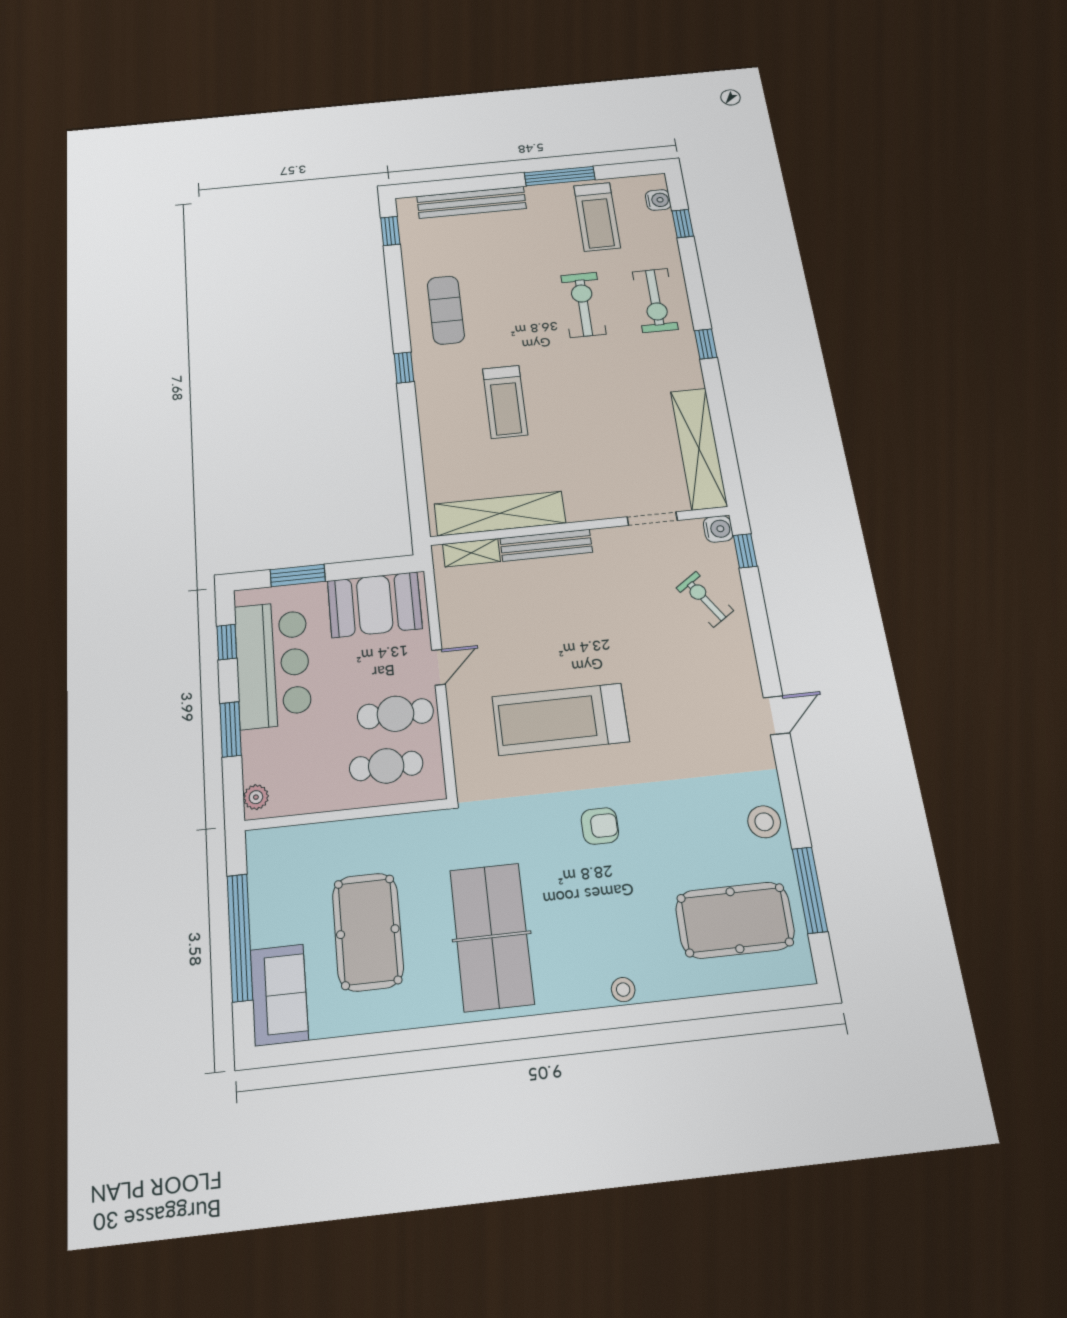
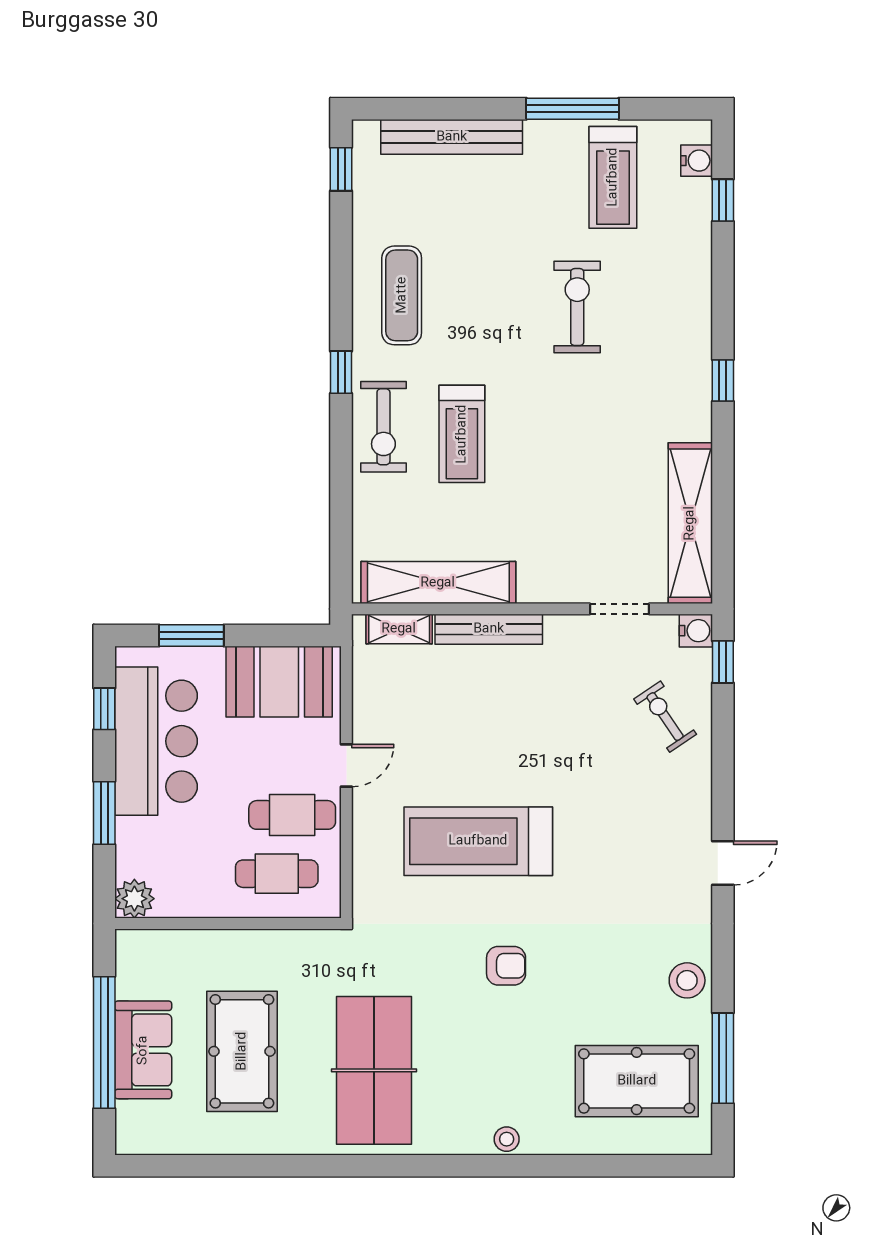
exercise bike: (655, 300) -> (383, 427), moved
plant: (256, 797) -> (134, 899), width x1.38, depth x1.38
sofa: (279, 995) -> (143, 1050), moved

